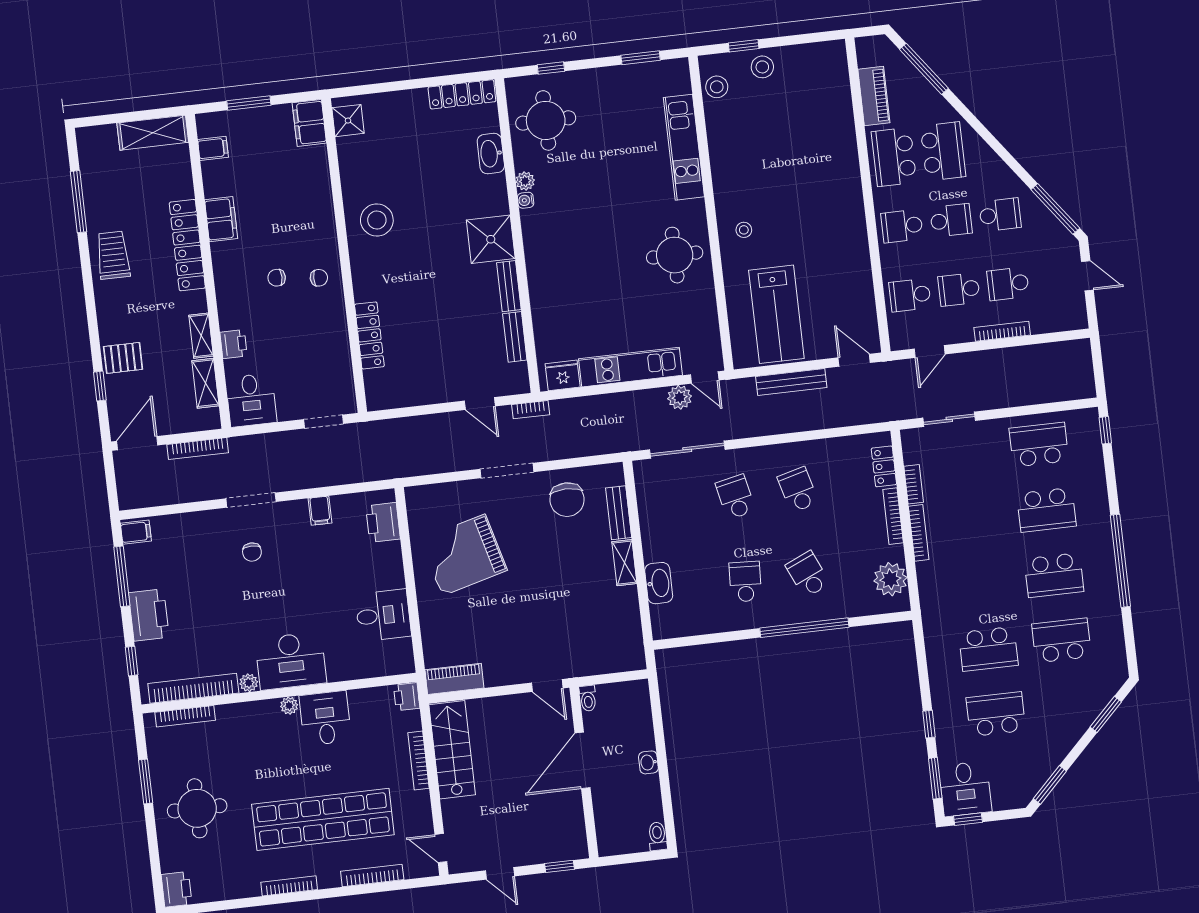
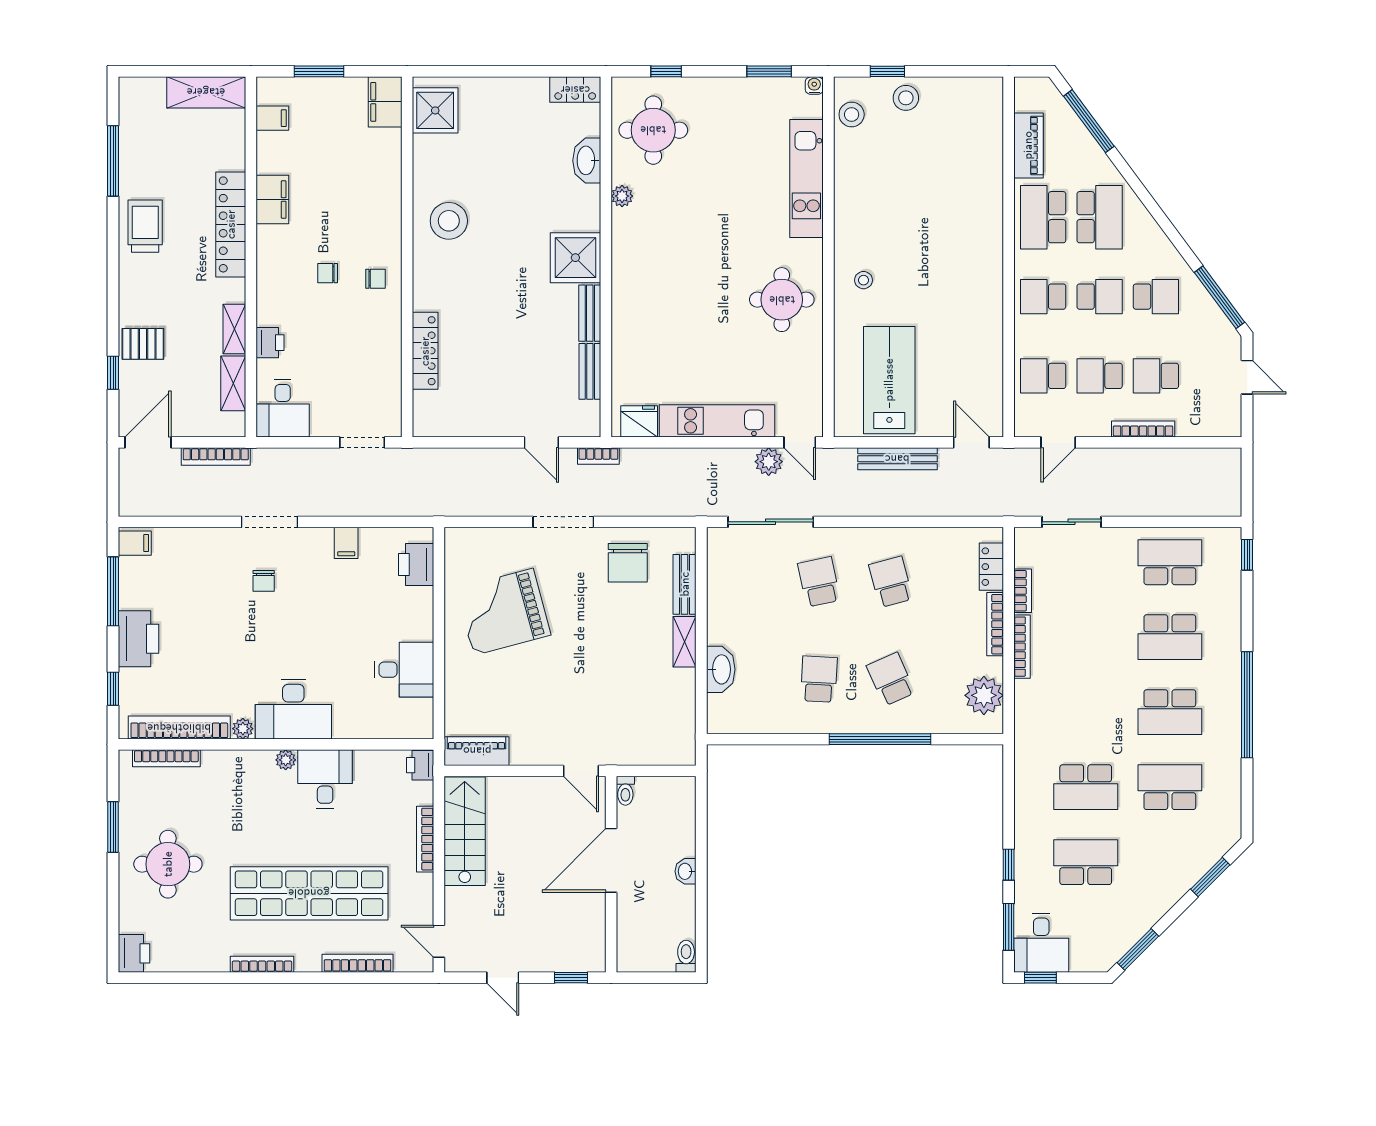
locker: (462, 94) -> (575, 90), width x0.66
shower: (348, 121) -> (435, 110), width x1.36, depth x1.36
water cooler: (526, 200) -> (814, 86), moved, turned 90
lab bench: (776, 314) -> (889, 380), turned 180

